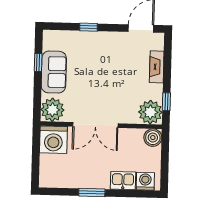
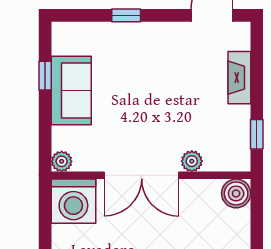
plant: (52, 110) -> (62, 161), width x0.53, depth x0.53
plant: (150, 112) -> (192, 161), moved, width x0.53, depth x0.53

